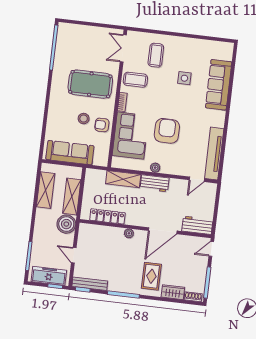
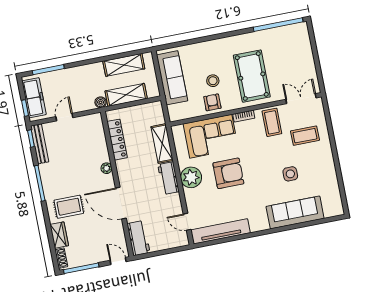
plant: (155, 168) -> (191, 177), width x1.87, depth x1.87
boiler: (66, 224) -> (101, 102), width x0.54, depth x0.54

